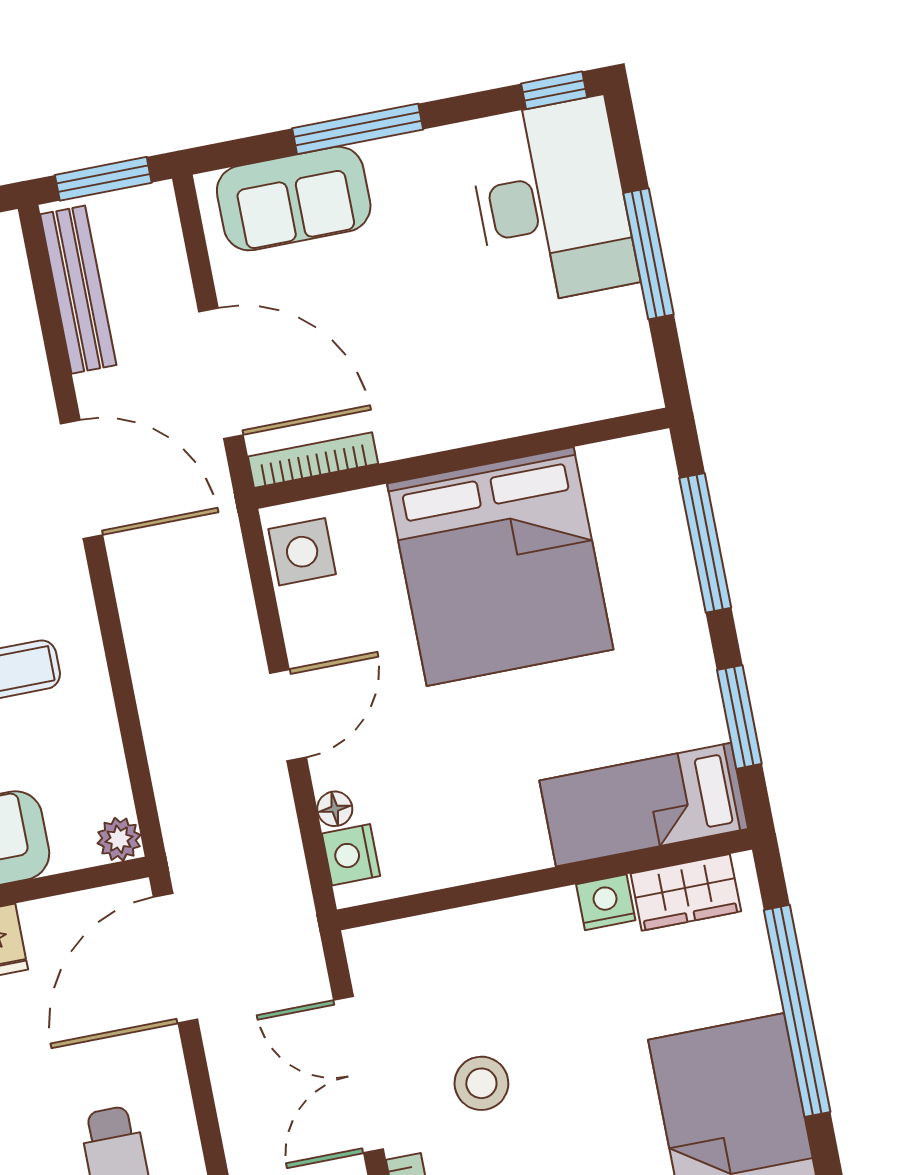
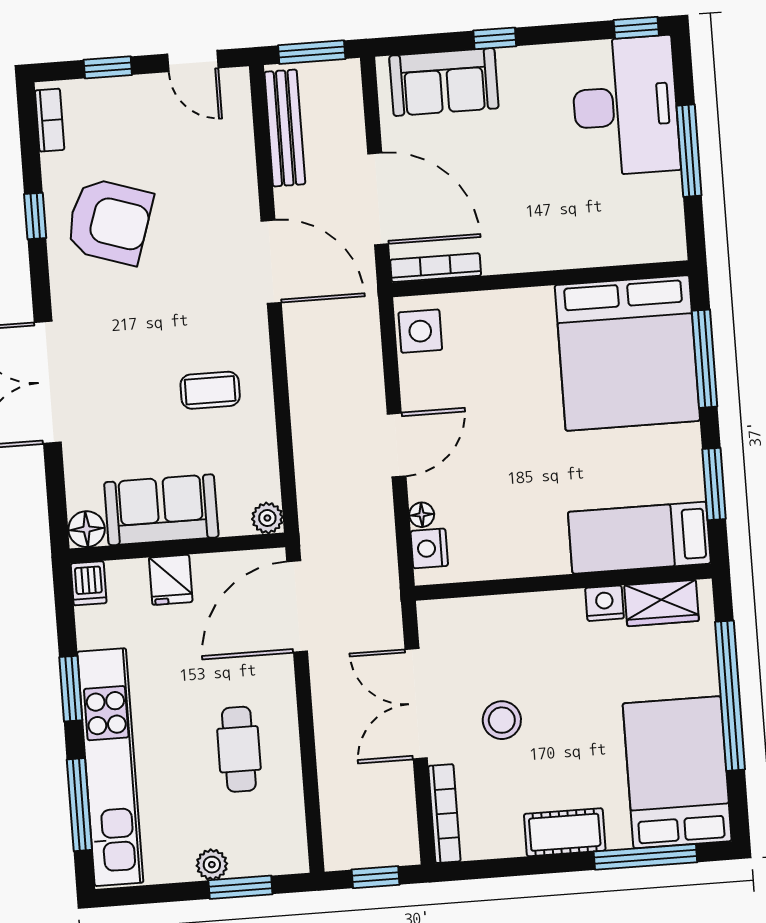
window: (358, 129) -> (495, 38), width x0.46
bed: (500, 567) -> (627, 353), moved

